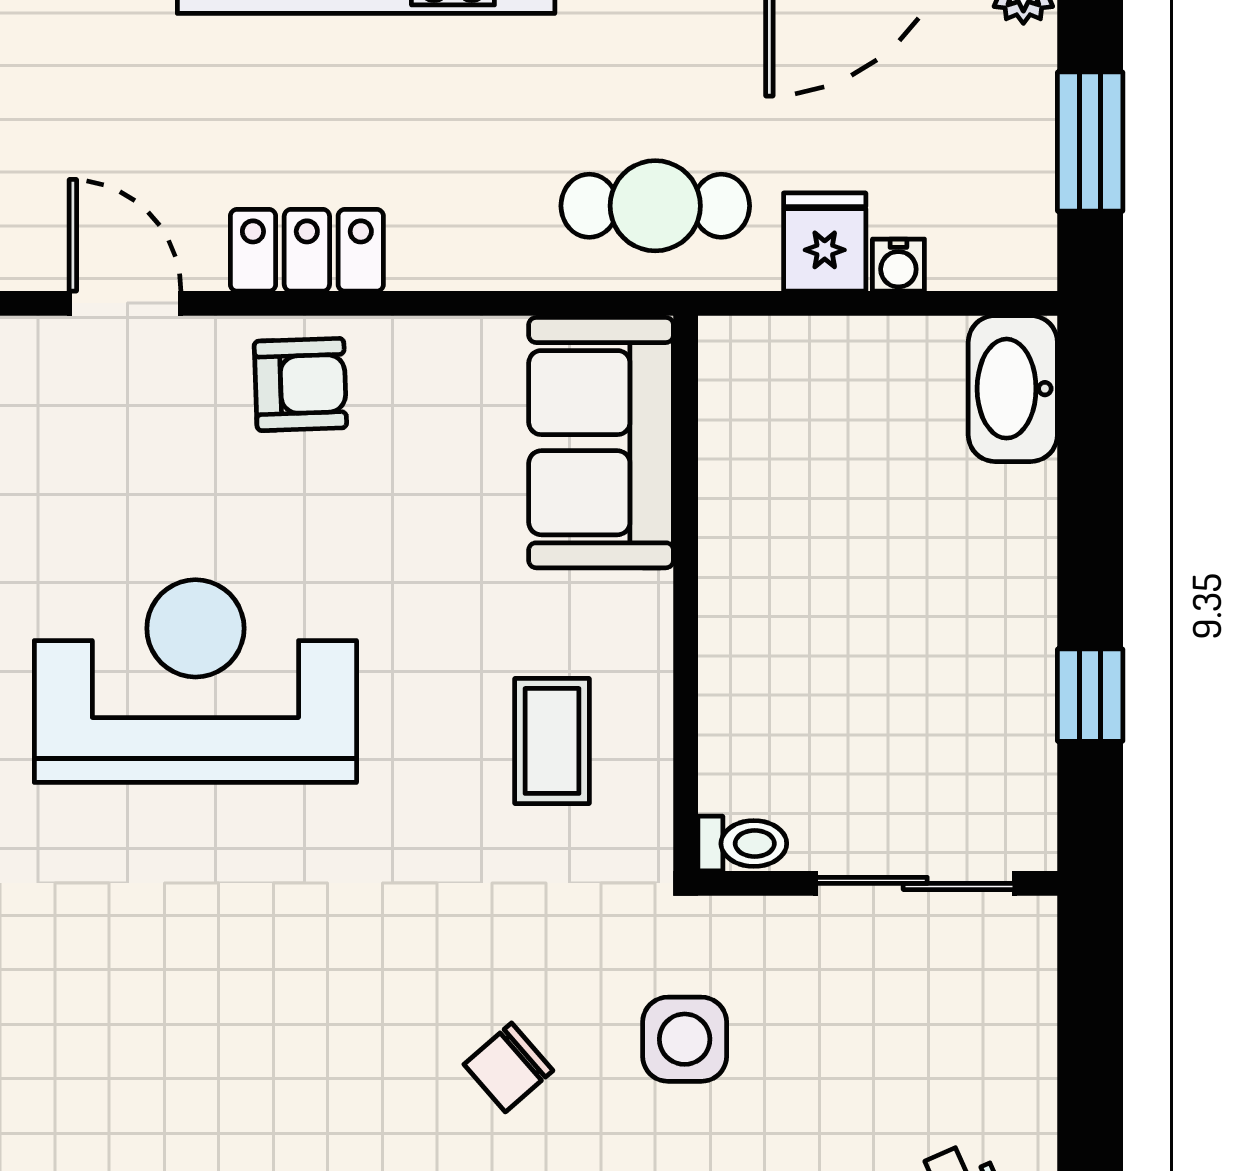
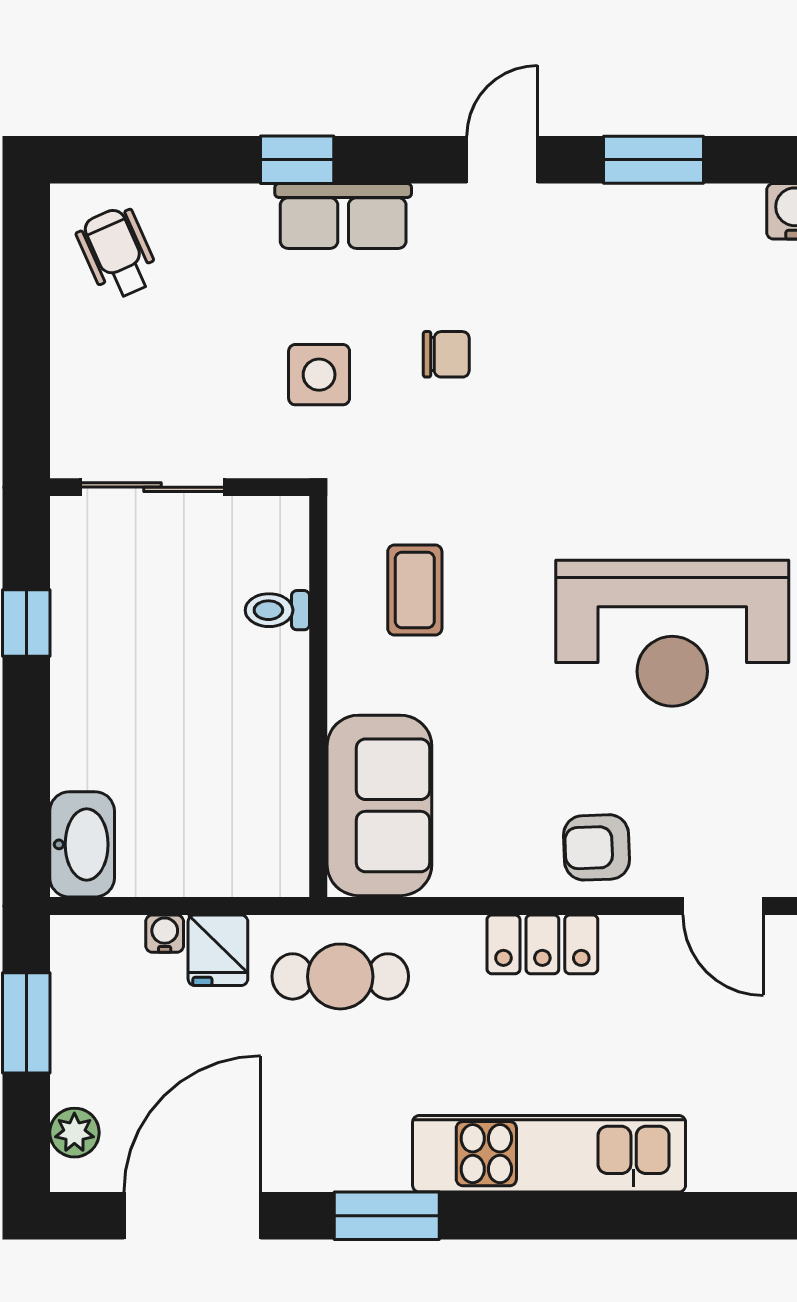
locker: (307, 250) -> (542, 944), moved
toilet: (742, 844) -> (277, 610), moved
chair: (508, 1067) -> (446, 354), turned 41

